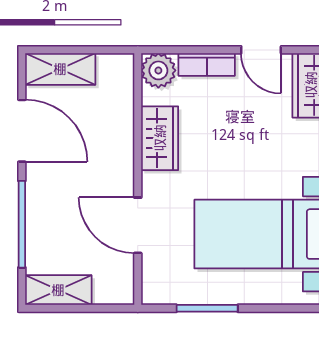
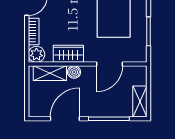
shelving: (60, 69) -> (50, 73), moved, turned 90
boiler: (121, 150) -> (74, 72), added

